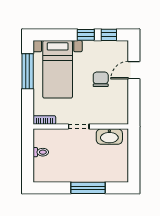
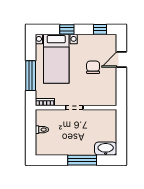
window: (86, 35) -> (67, 29), moved
window: (28, 71) -> (31, 76), moved
washbasin: (109, 137) -> (106, 149), moved, turned 180

